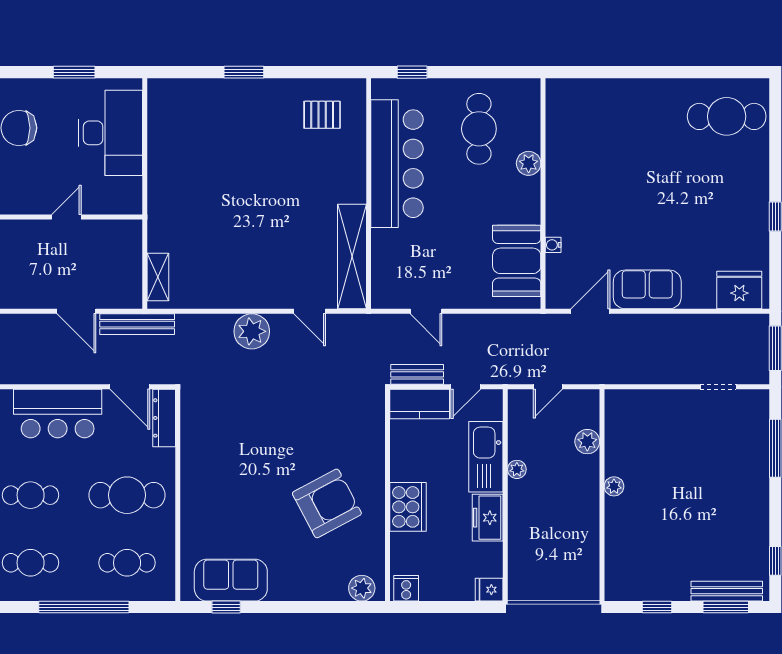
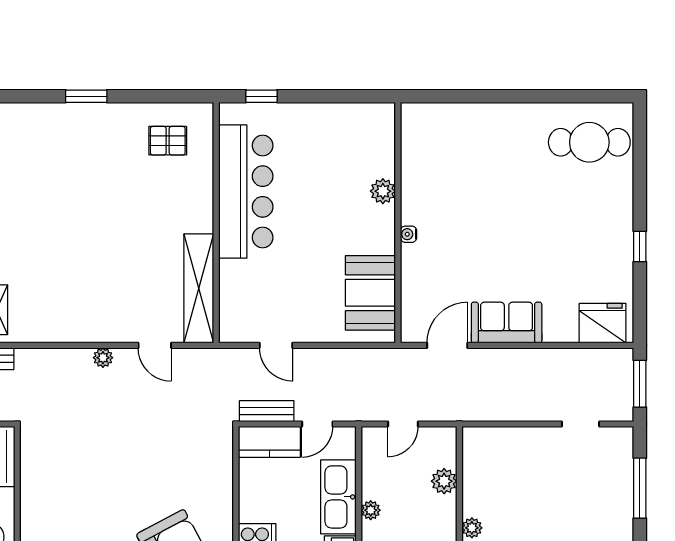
cafe table: (479, 129) -> (331, 155), removed
water cooler: (553, 245) -> (409, 234), moved
plant: (252, 331) -> (103, 358), width x0.53, depth x0.53

